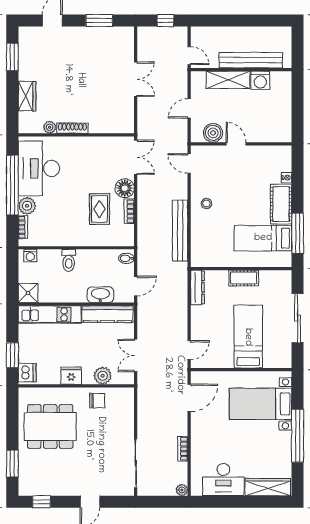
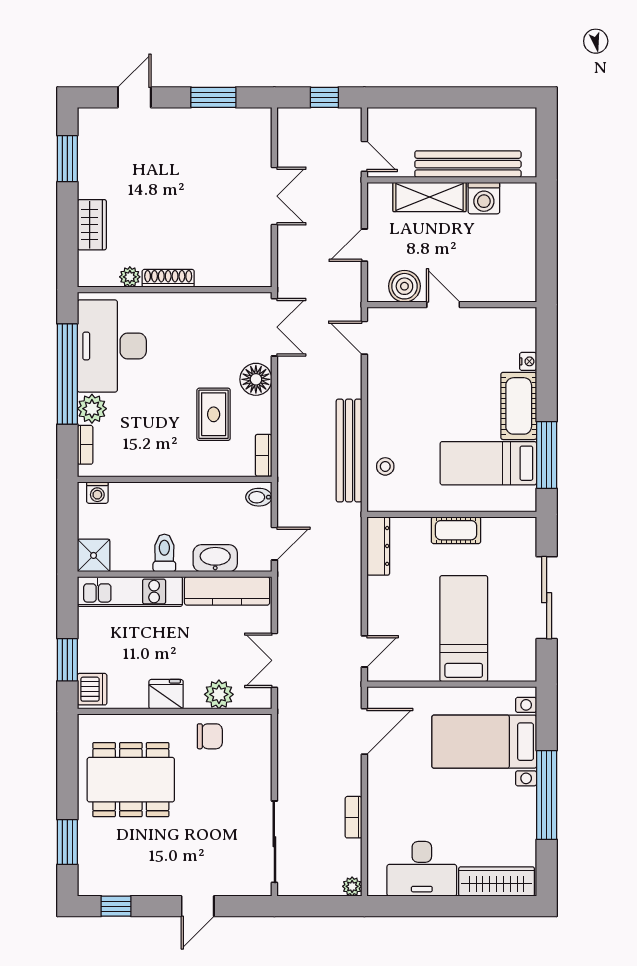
stool: (206, 203) -> (385, 466), moved
bookcase: (129, 211) -> (264, 455), moved
toilet: (69, 260) -> (164, 553), moved, turned 180

